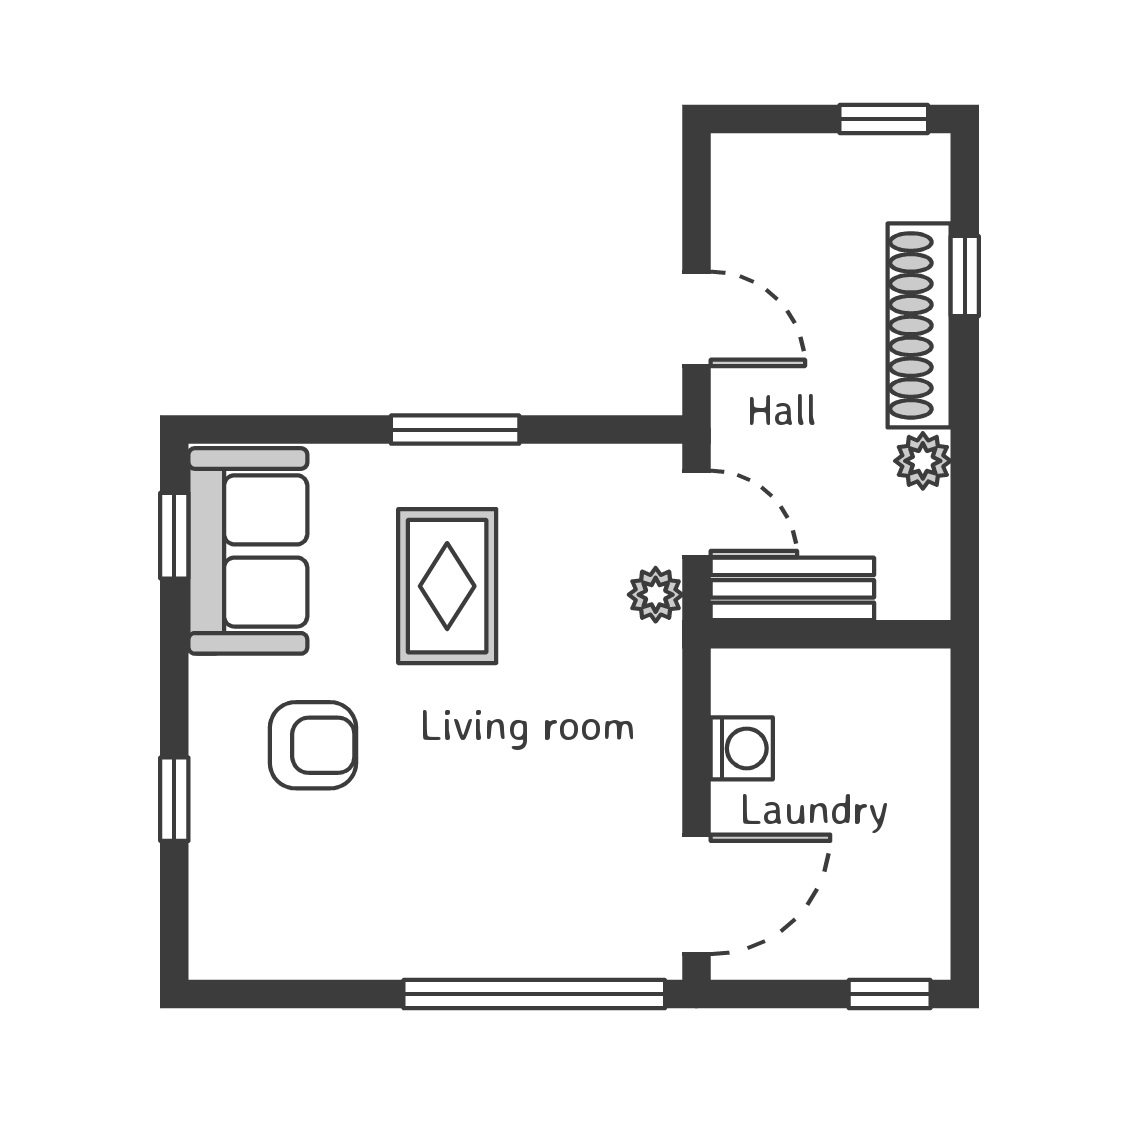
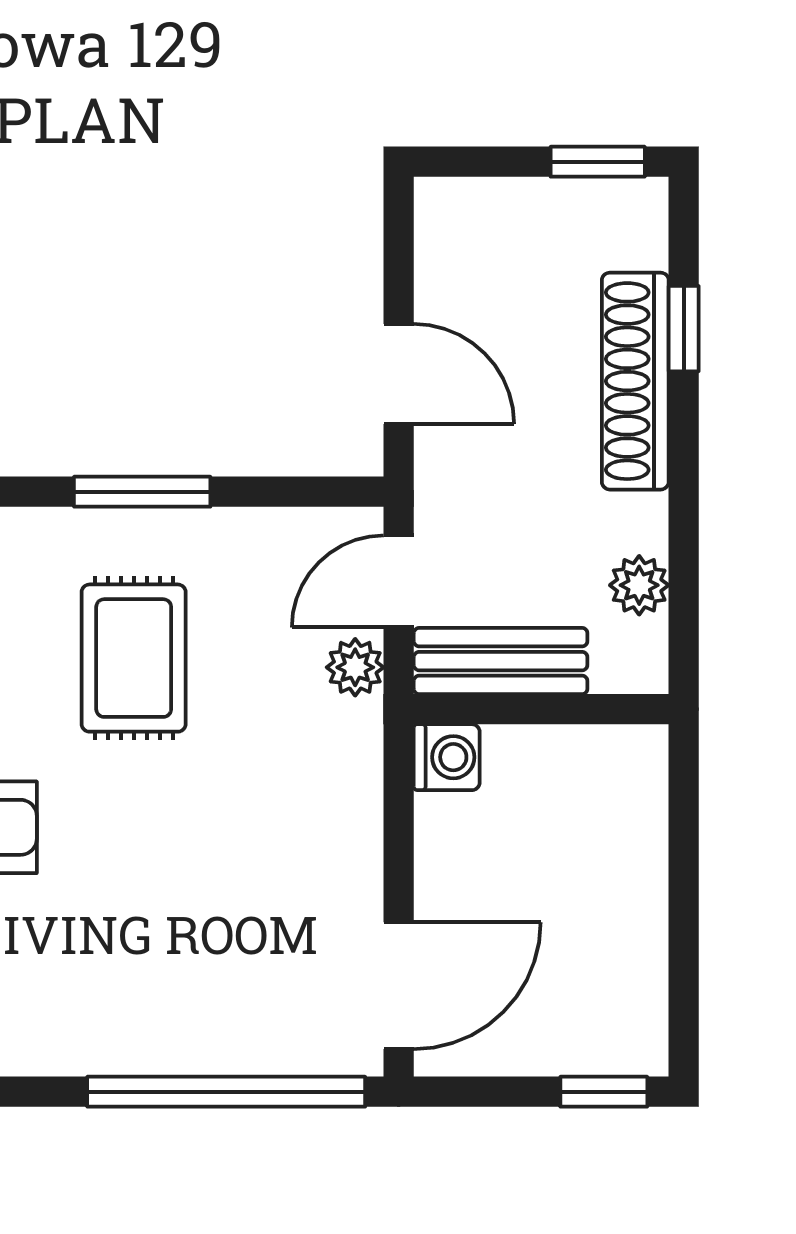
plant: (923, 461) -> (639, 585), moved
door: (697, 514) -> (399, 581), swing flipped
washing machine: (742, 748) -> (447, 757), moved

